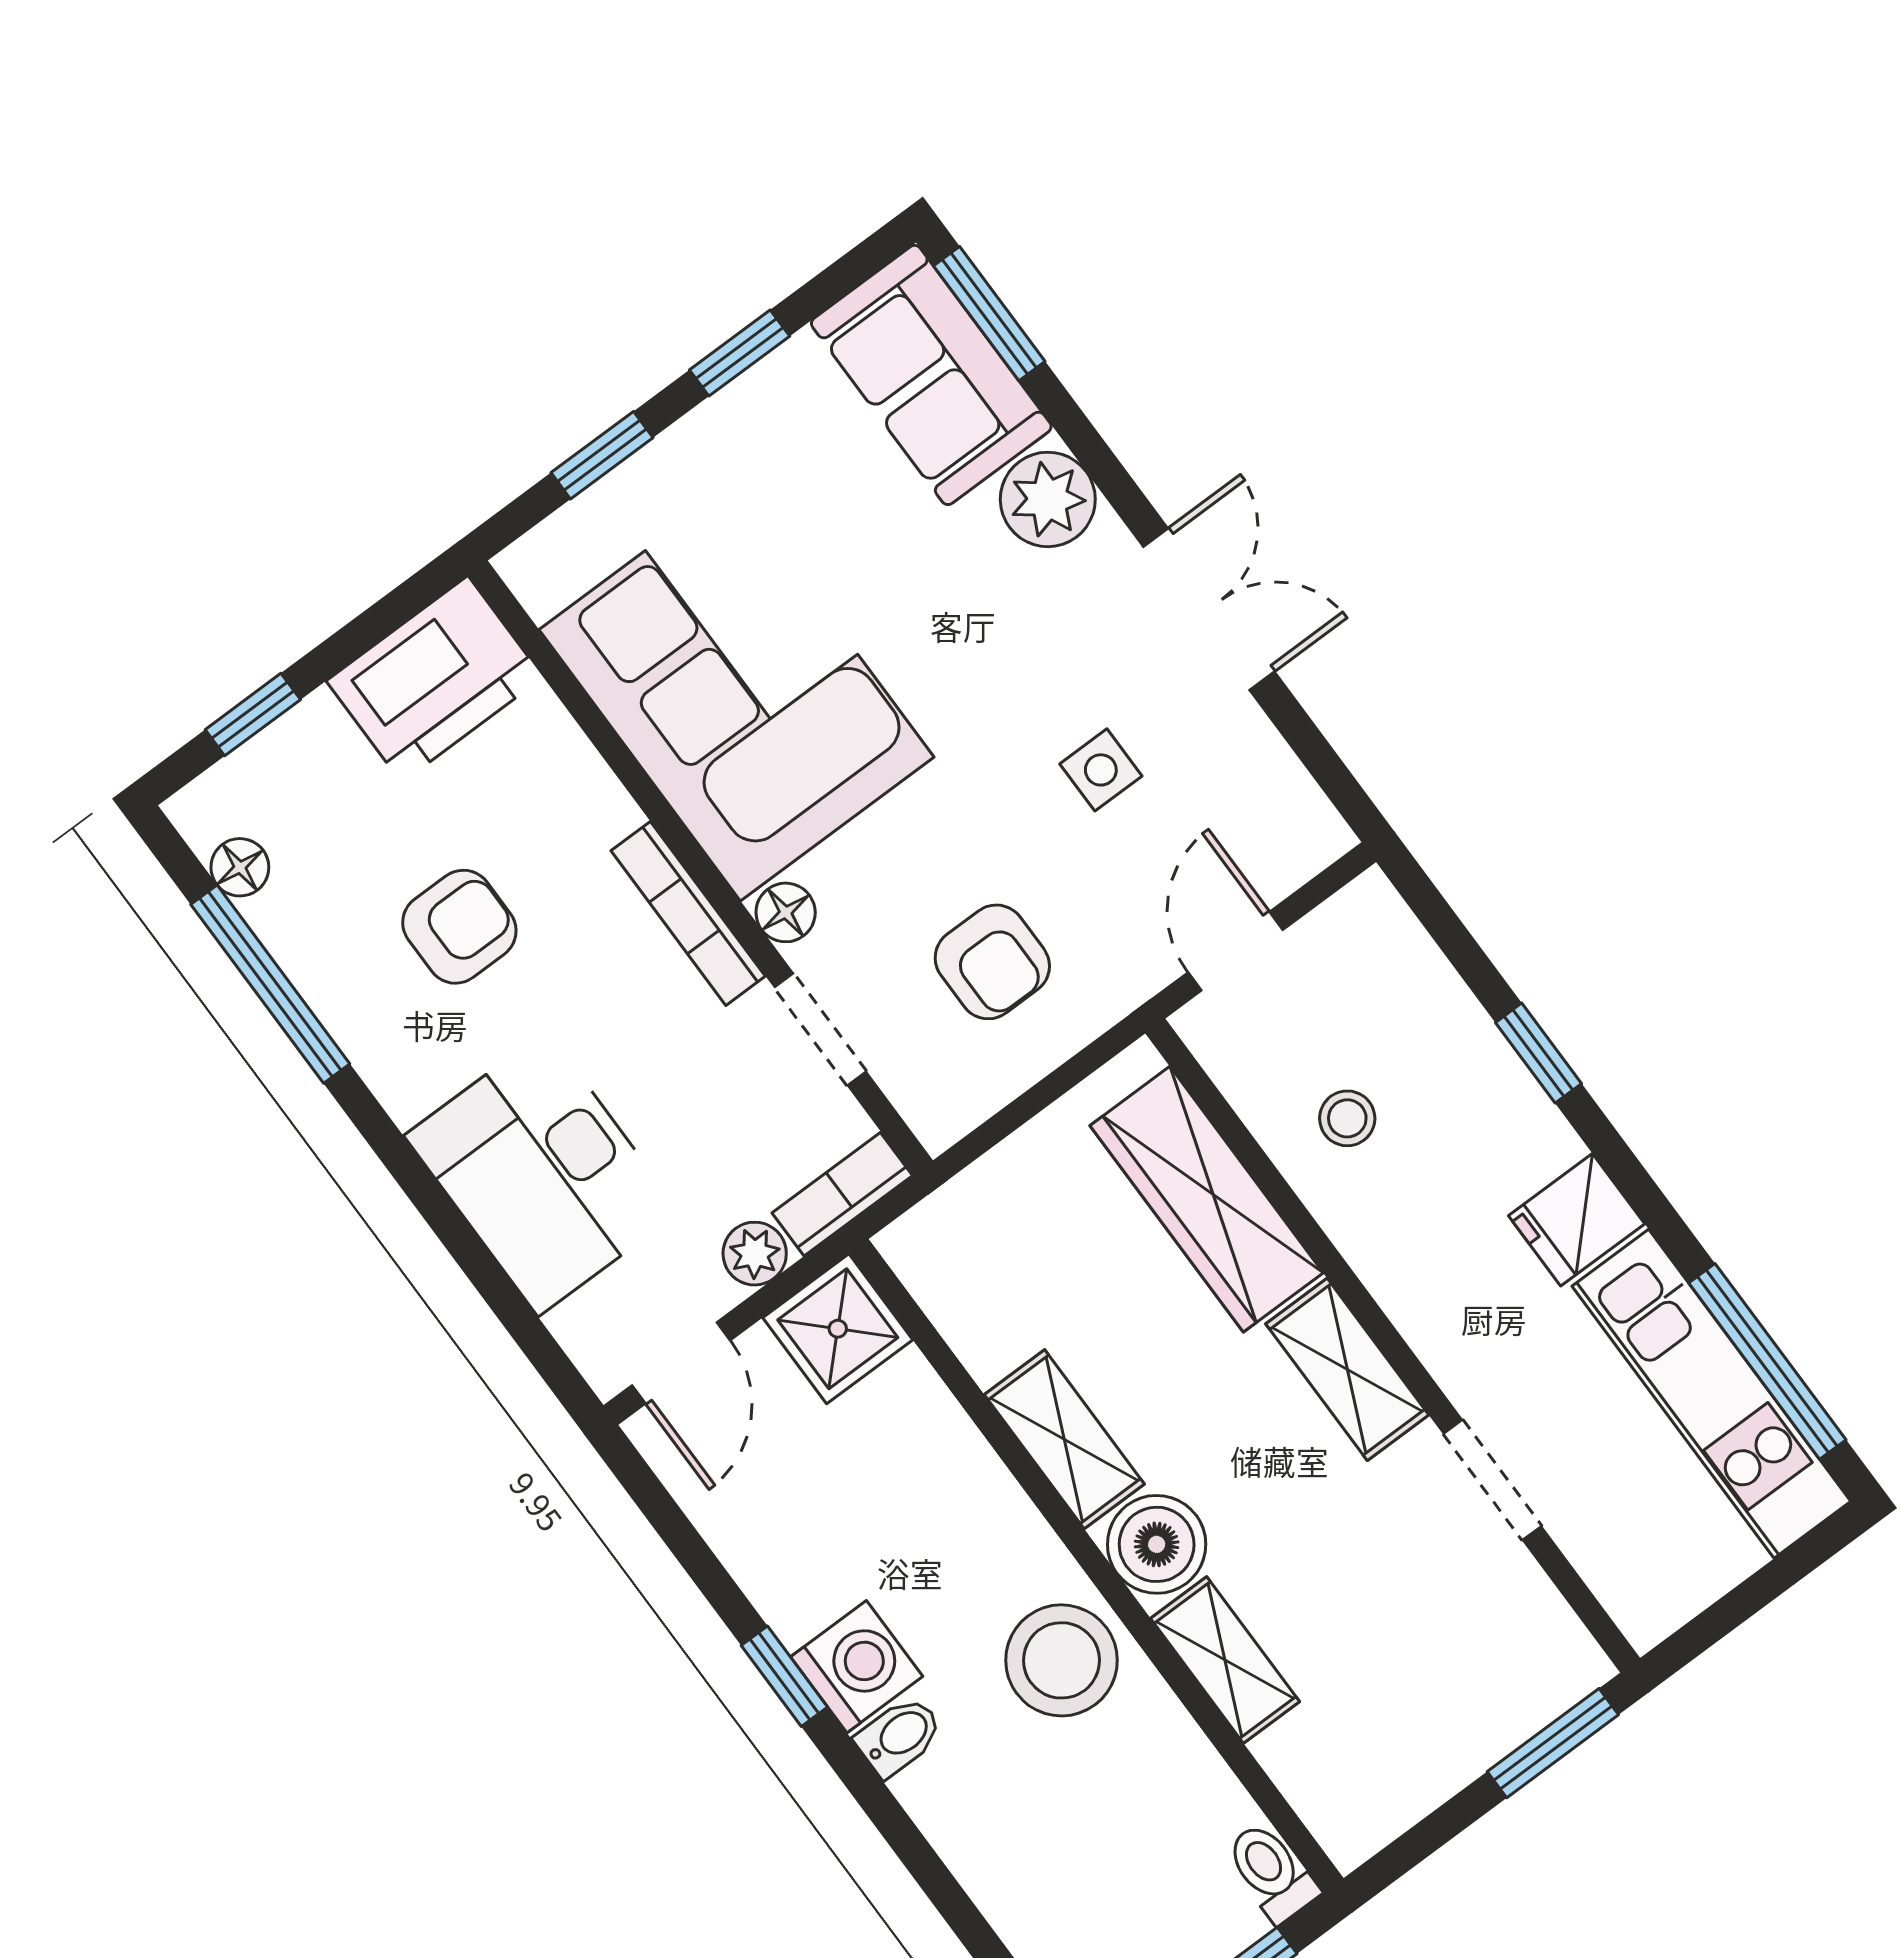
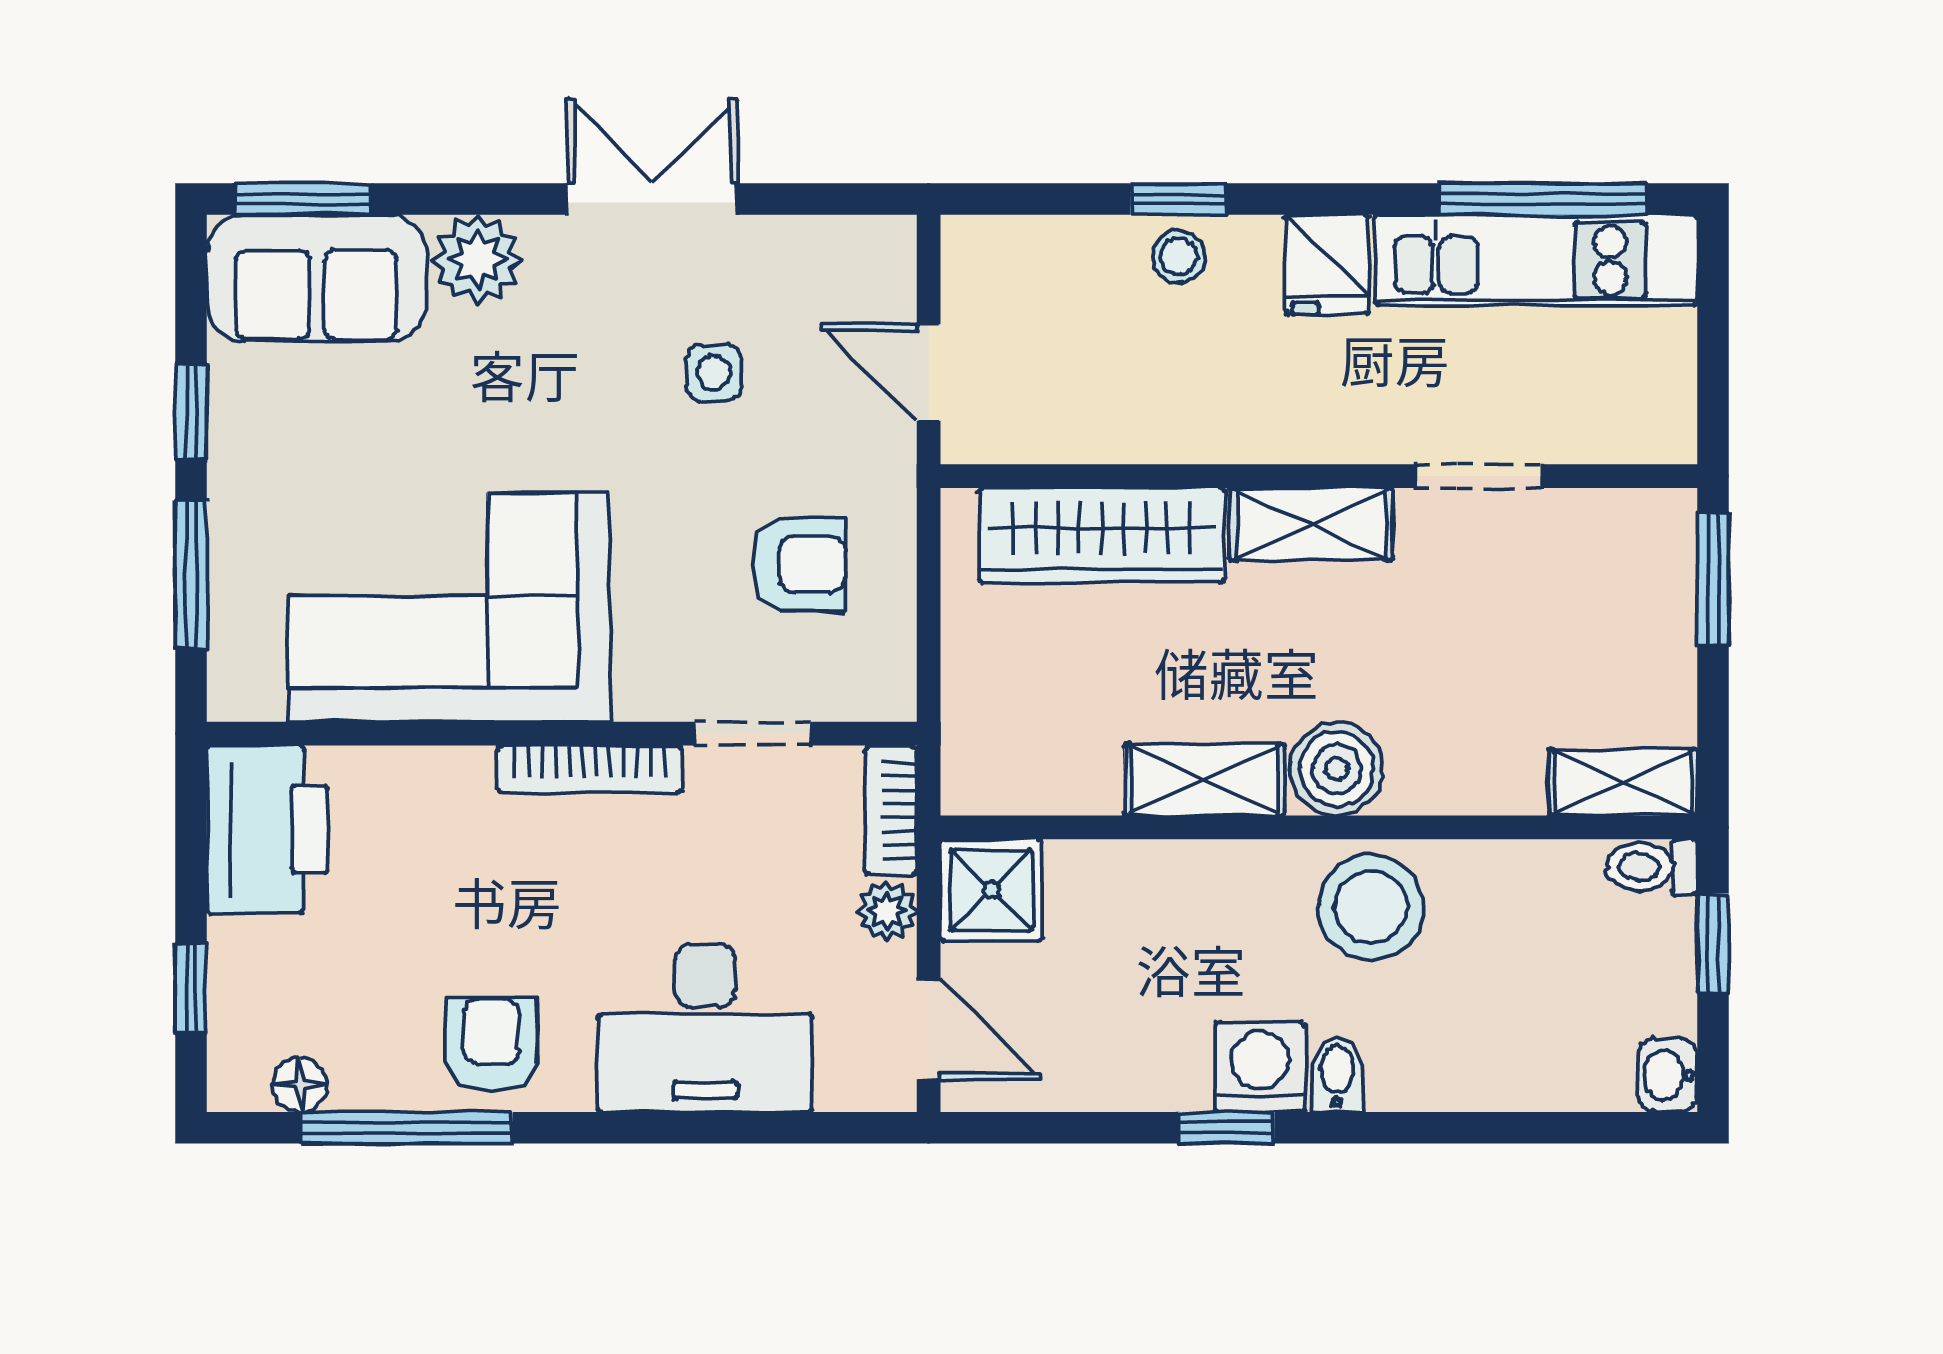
window: (602, 455) -> (191, 575), width x1.50
floor lamp: (786, 912) -> (644, 694), removed
armchair: (459, 927) -> (491, 1045), moved
stool: (1347, 1118) -> (1179, 256), moved
shelving: (1225, 1660) -> (1623, 782), moved

